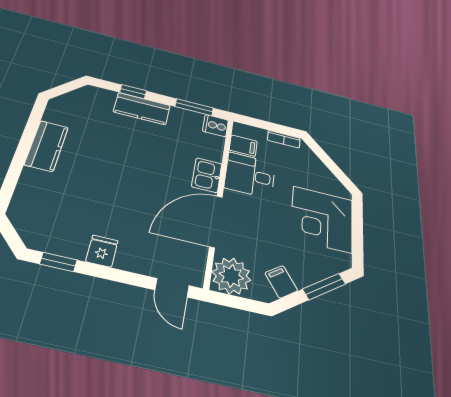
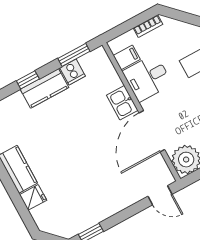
cooker: (215, 126) -> (73, 72), moved, turned -90
fridge: (102, 251) -> (33, 197), moved, turned 90

